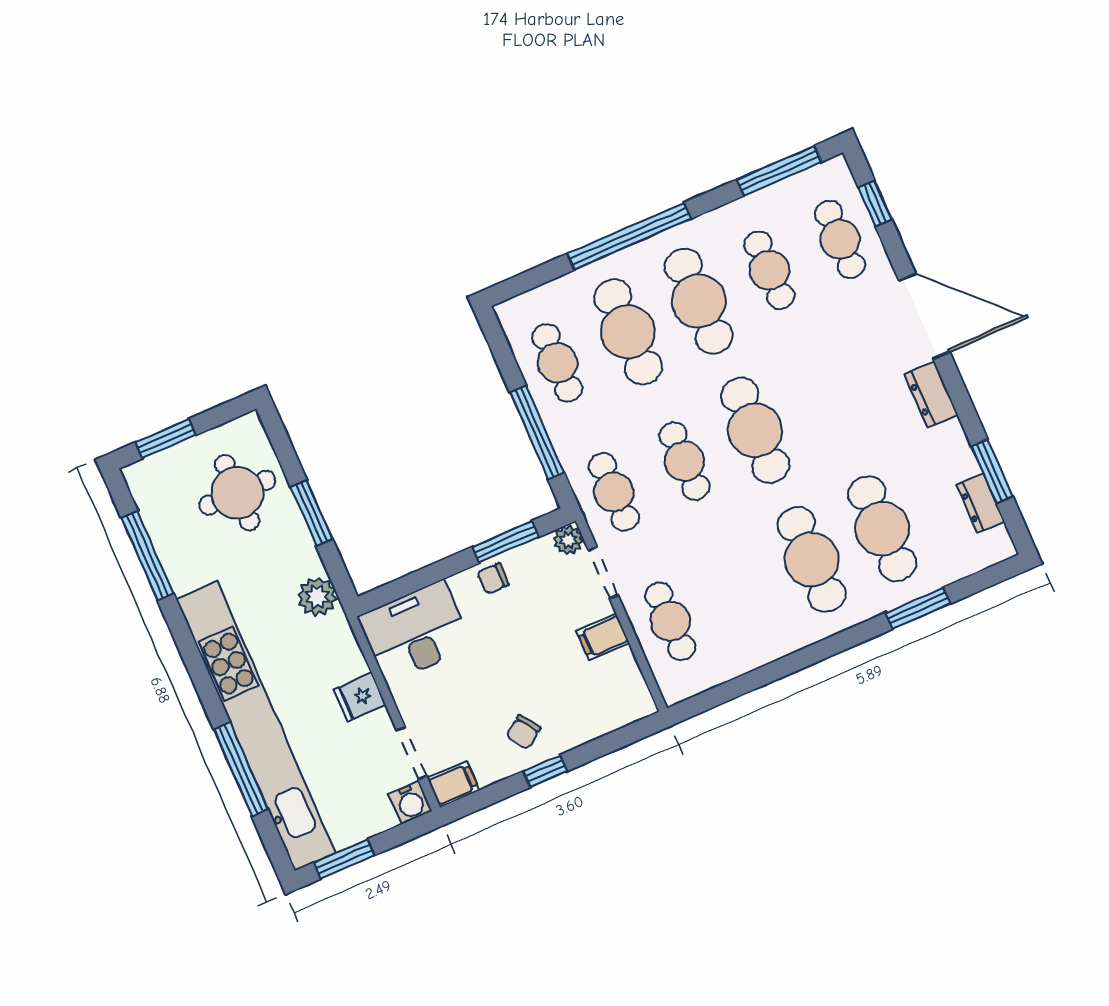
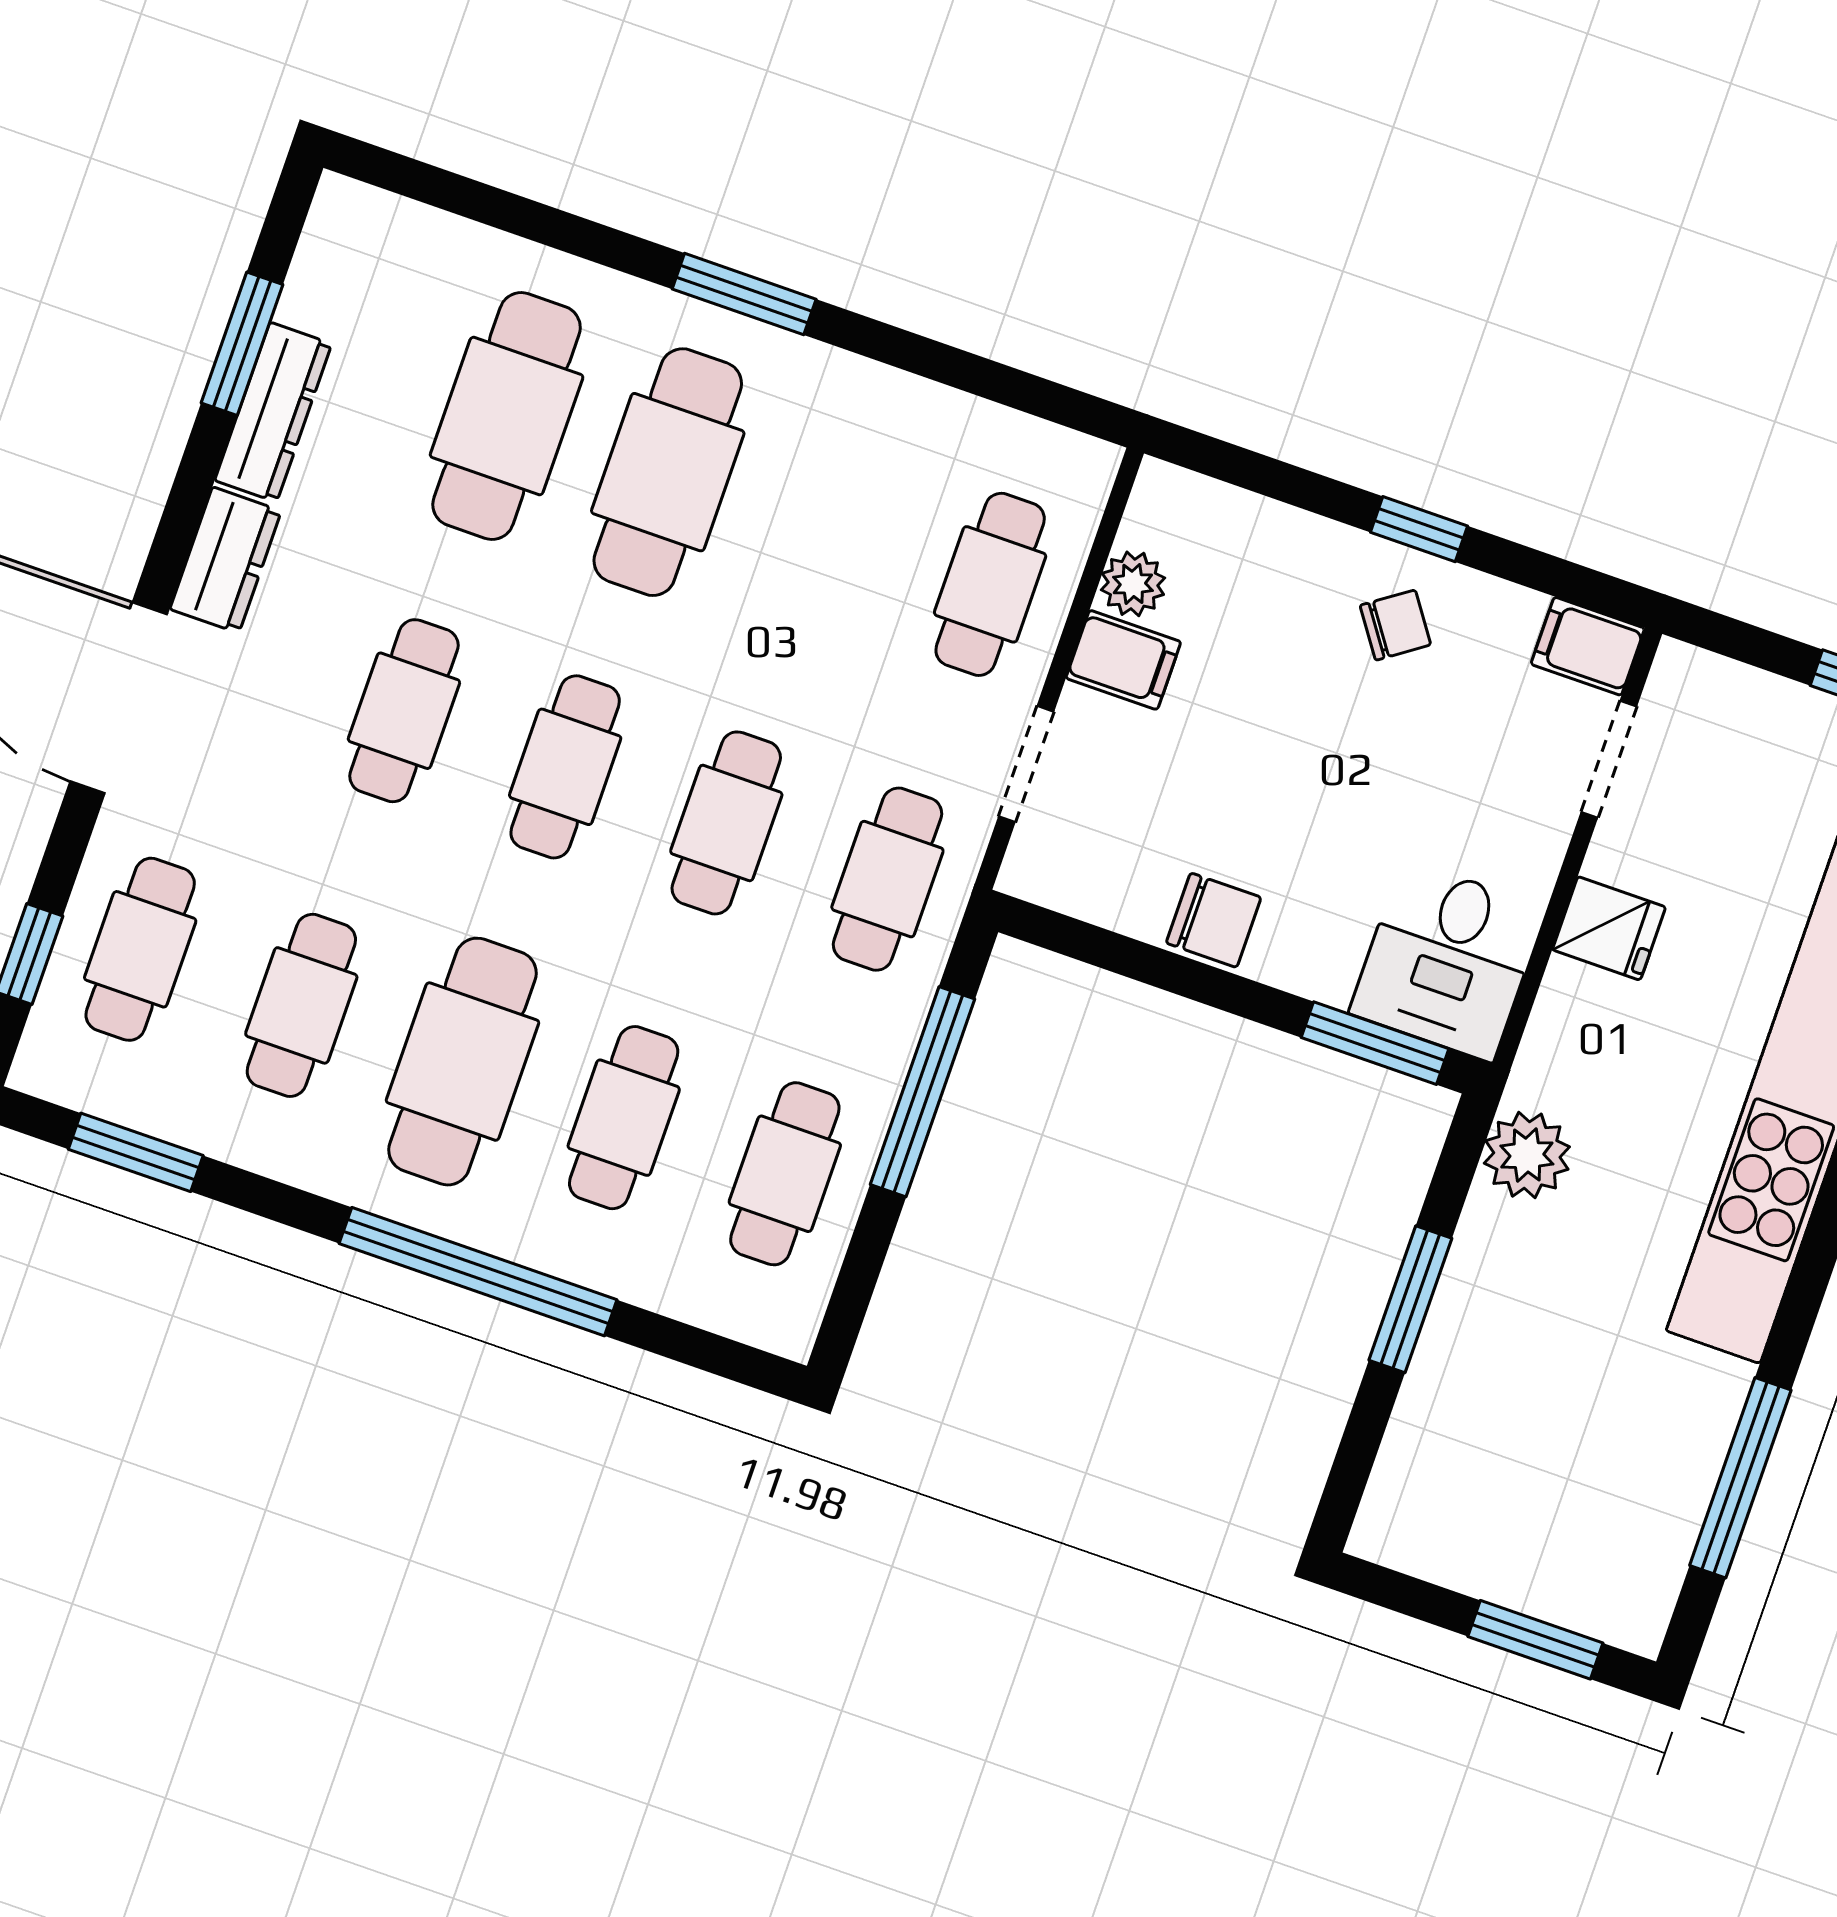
window: (779, 171) -> (136, 1152), width x0.69
cafe table: (628, 332) -> (624, 1118), width x0.73, depth x0.74
cafe table: (826, 399) -> (404, 711), added
cafe table: (755, 430) -> (565, 767), width x0.73, depth x0.74
round table: (237, 493) -> (1500, 1444), removed
dresser: (980, 503) -> (273, 412), moved, width x1.44
plant: (568, 540) -> (1133, 584), moved
window: (506, 542) -> (1375, 1043), moved
chair: (493, 578) -> (1214, 920), width x1.37, depth x1.37
window: (918, 608) -> (744, 294), moved
desk: (415, 632) -> (1448, 960), width x0.73
water cooler: (410, 802) -> (1685, 681), removed

